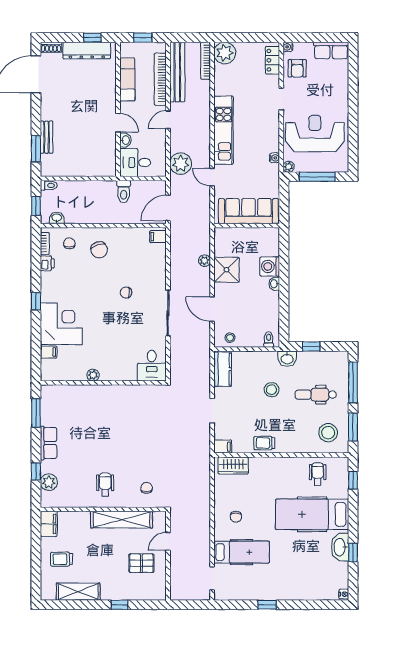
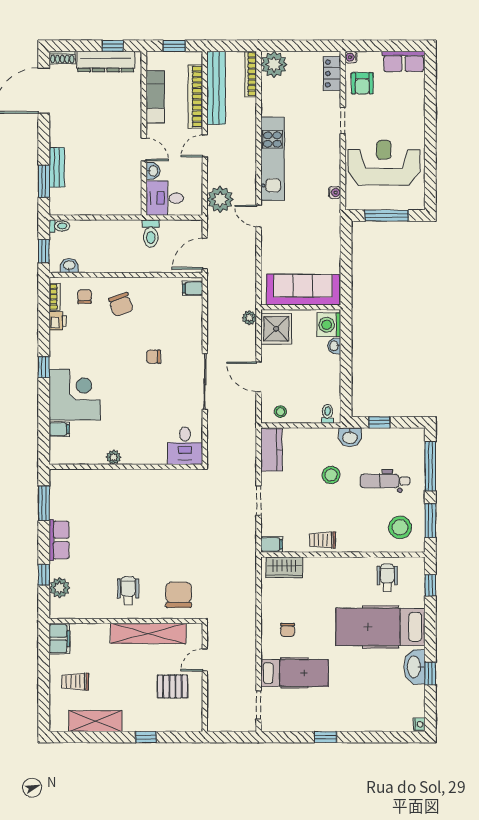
plant: (289, 167) -> (352, 203), removed
sofa: (248, 211) -> (303, 290), moved
wall: (247, 226) -> (301, 307), moved
chair: (147, 488) -> (179, 595), width x1.87, depth x1.87

